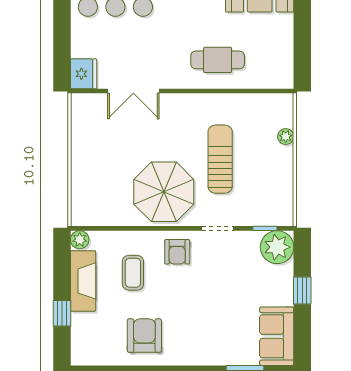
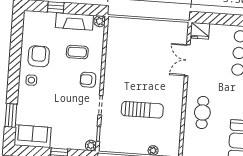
parasol: (164, 192) -> (125, 74), removed
plant: (277, 247) -> (91, 145), width x0.53, depth x0.53
armchair: (144, 336) -> (39, 56), turned -90
side table: (185, 345) -> (31, 80), added

